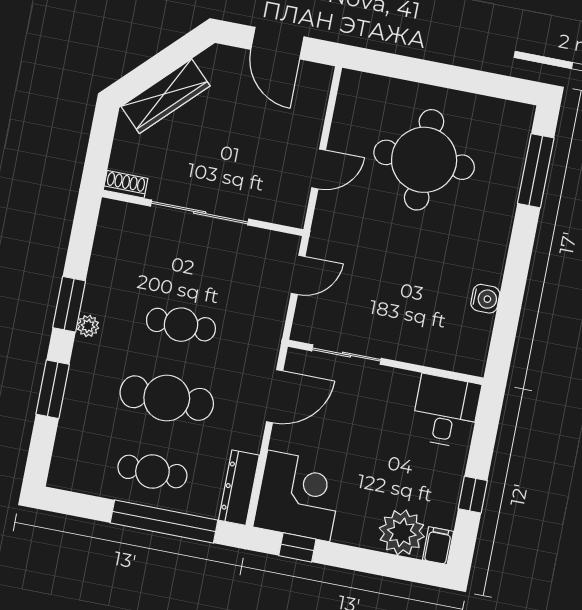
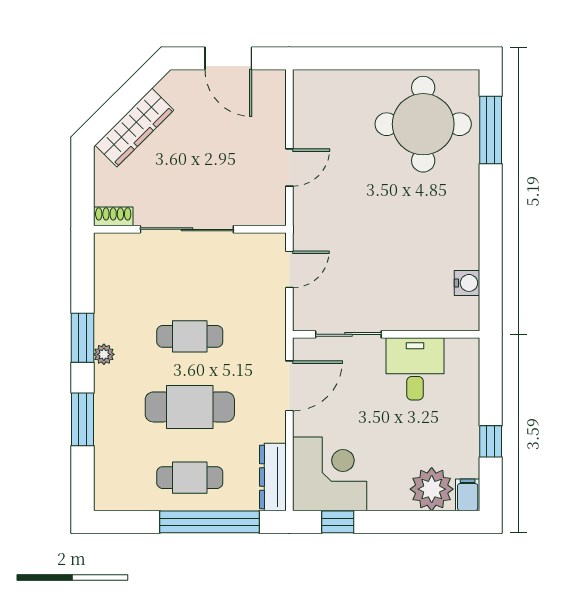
round table: (424, 160) -> (423, 124), moved
water cooler: (485, 299) -> (467, 283), moved
desk: (446, 411) -> (415, 369), moved

